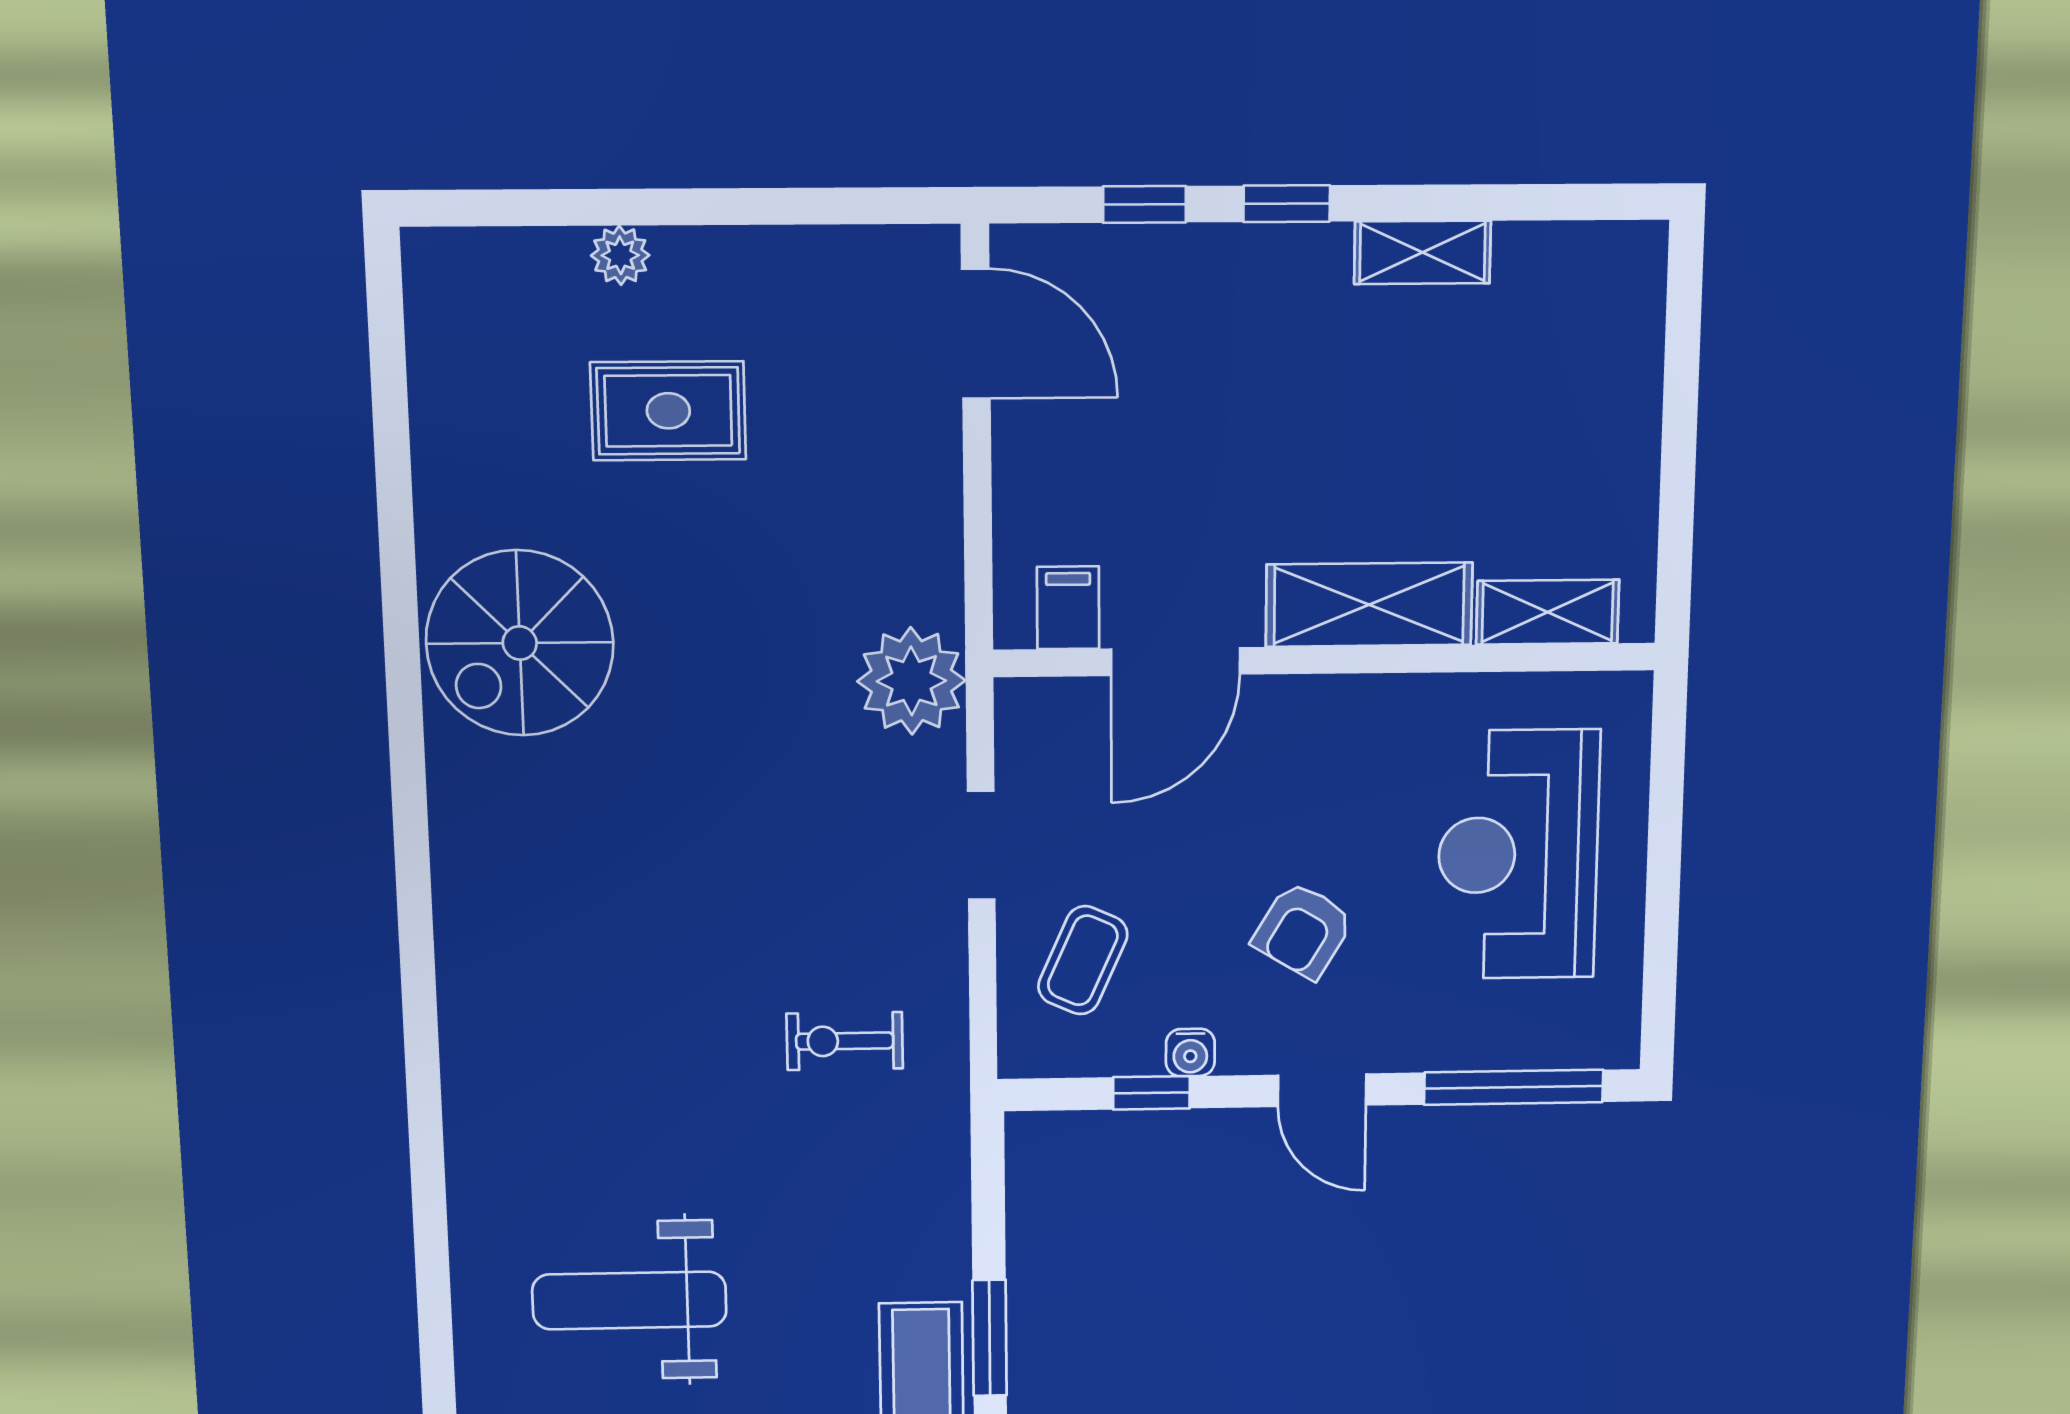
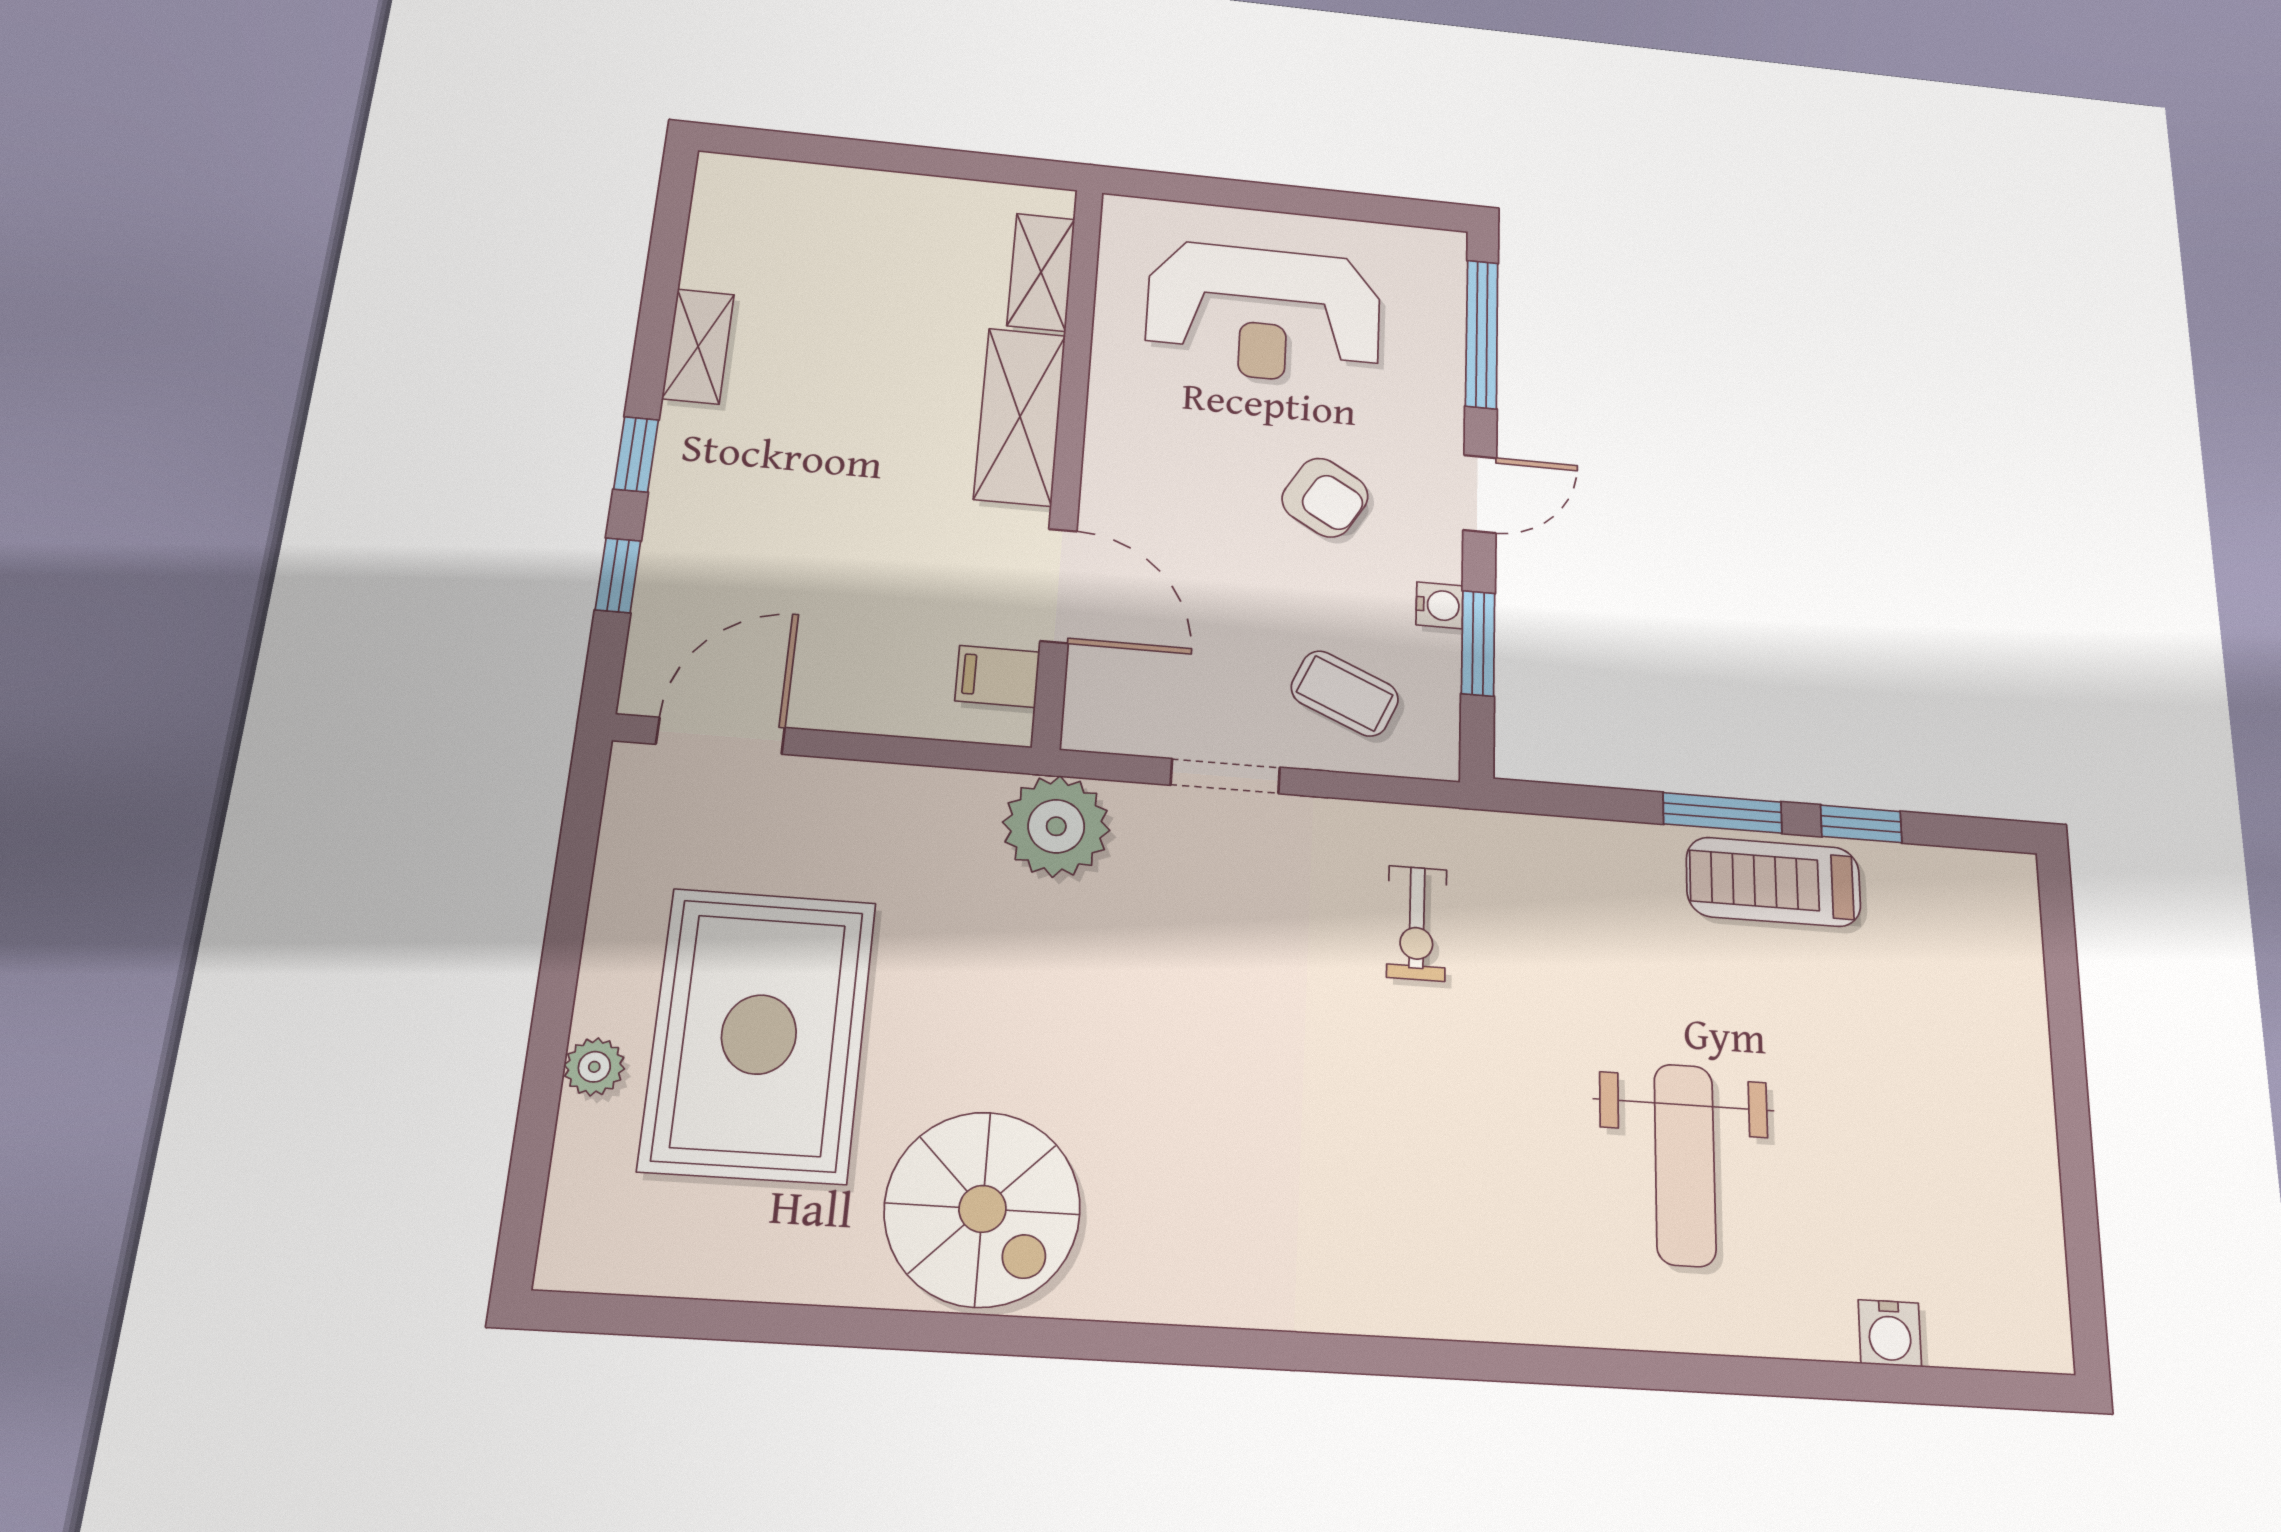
rug: (668, 411) -> (759, 1035), width x1.86, depth x2.06
window: (1151, 1093) -> (1478, 643), width x1.50

